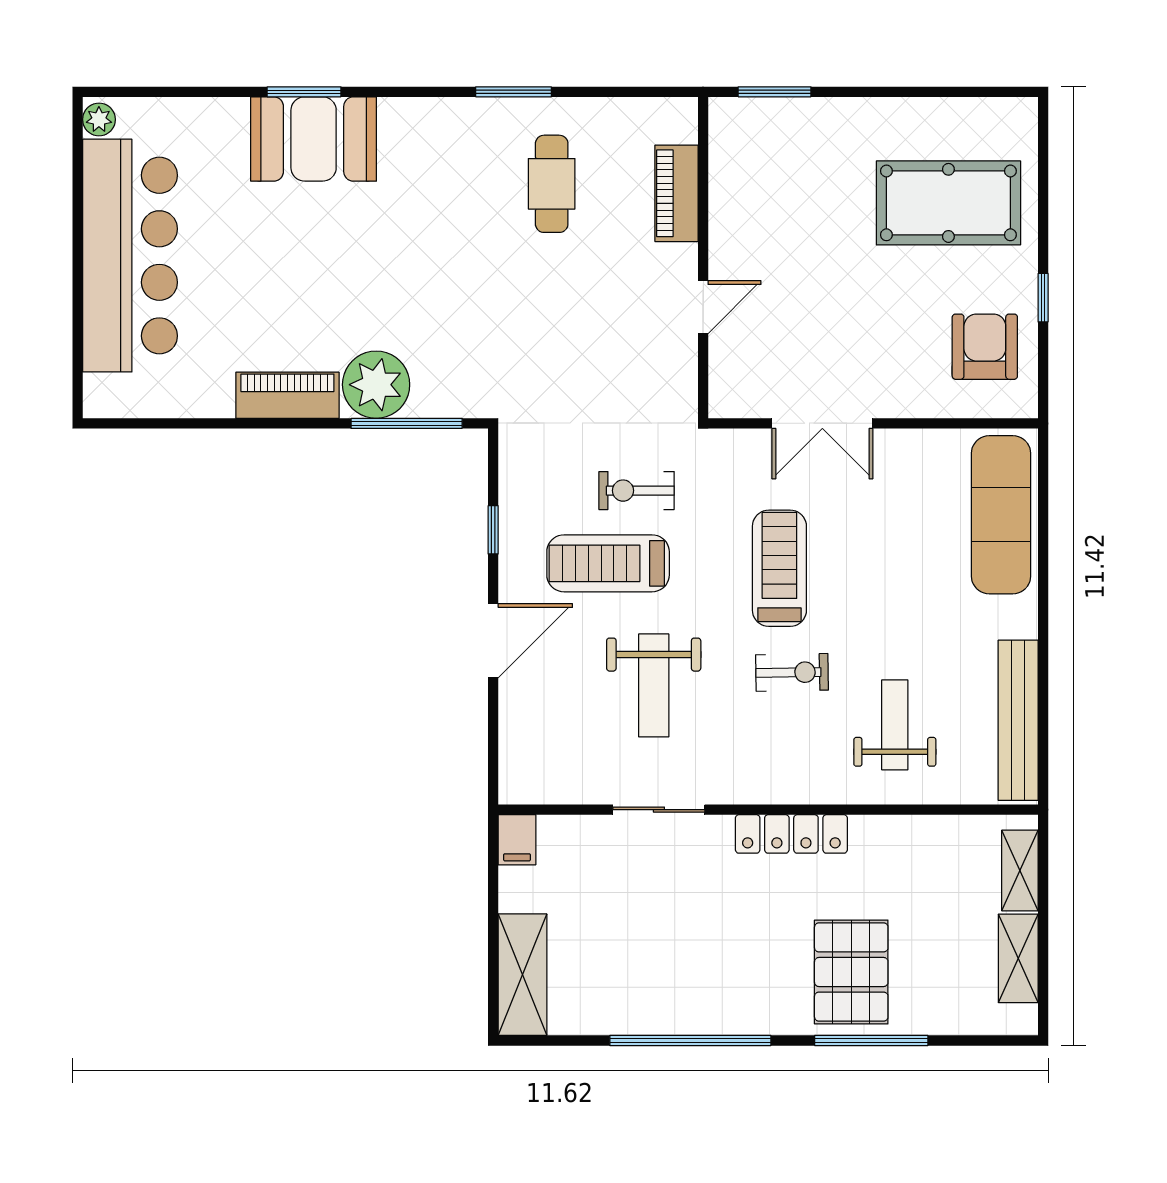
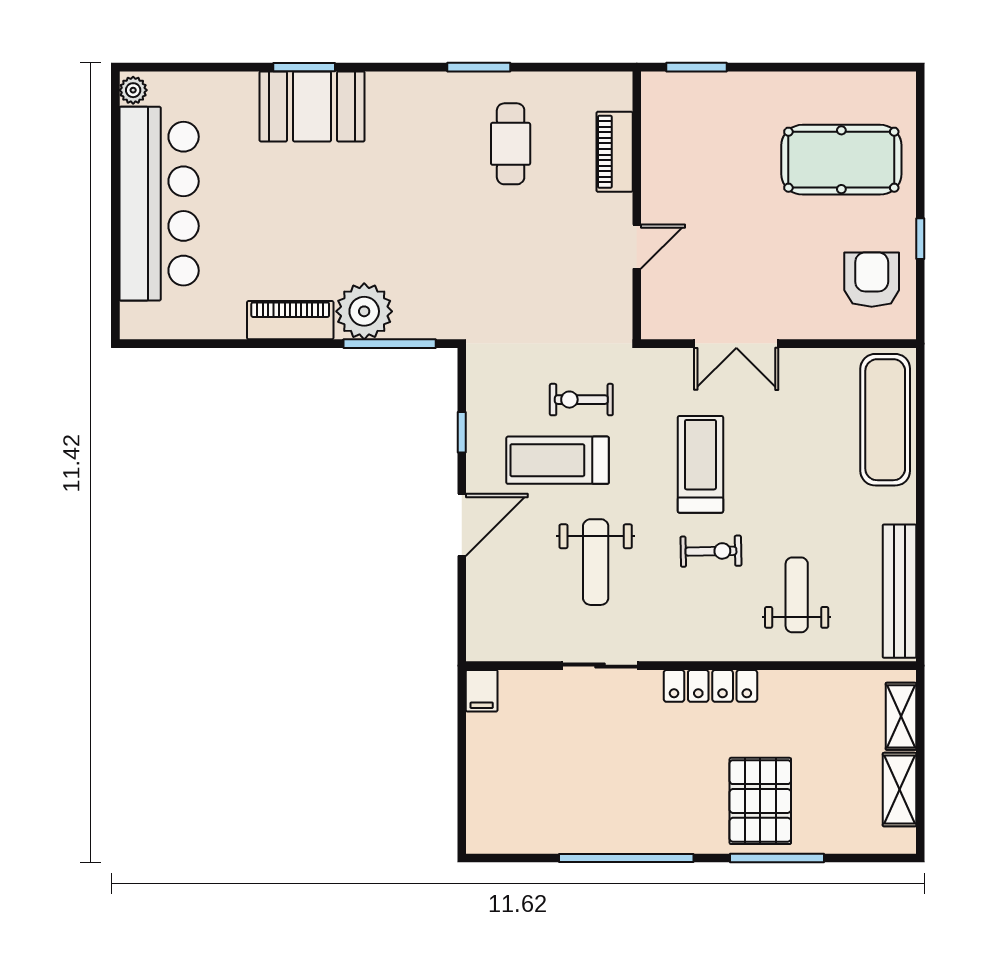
shelving: (522, 975) -> (486, 803), removed

